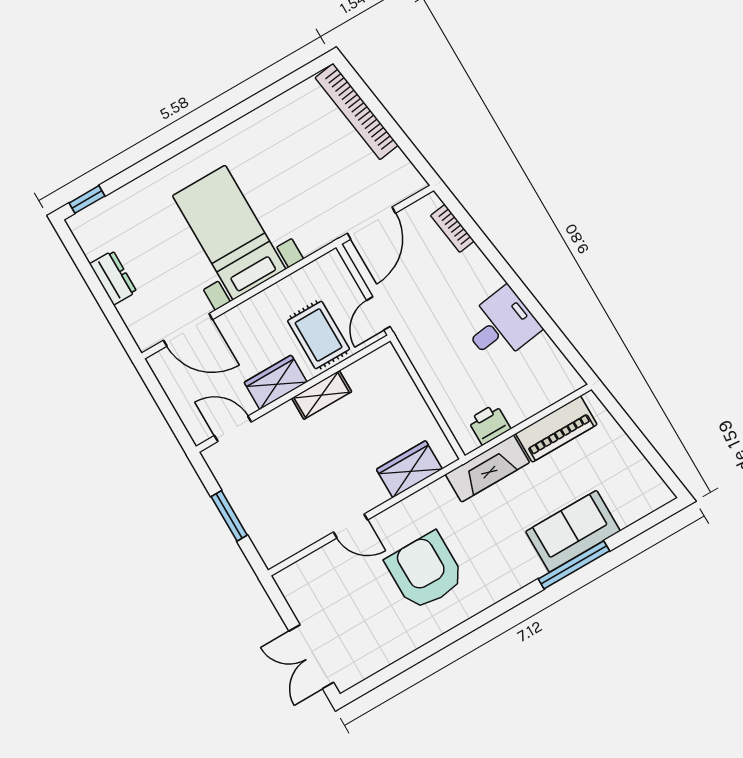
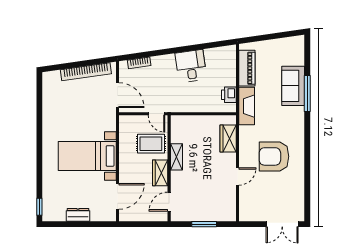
bookcase: (357, 112) -> (86, 72), moved

